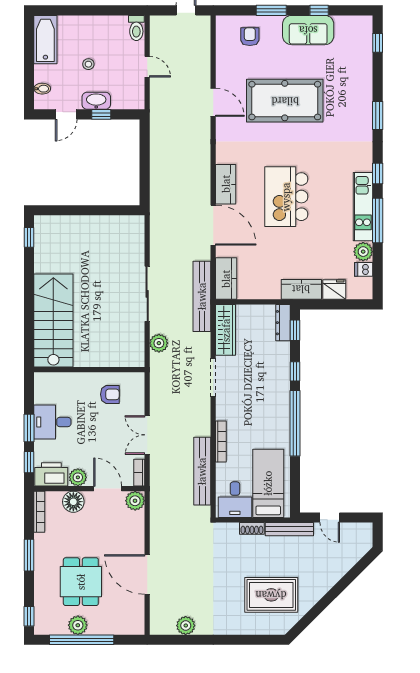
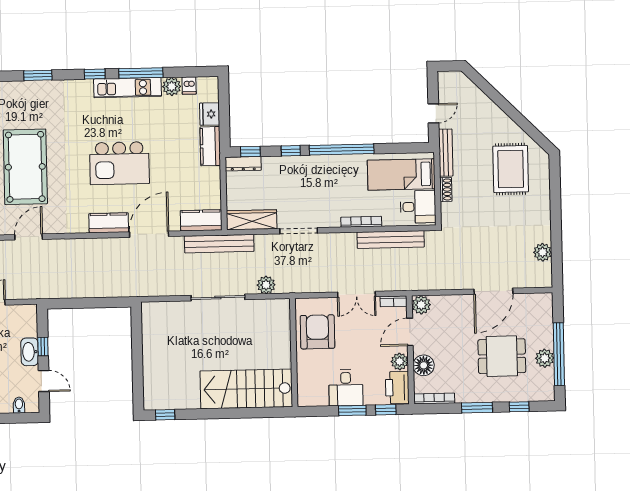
armchair: (110, 394) -> (317, 332), width x1.88, depth x1.88
window: (29, 616) -> (519, 407), moved

